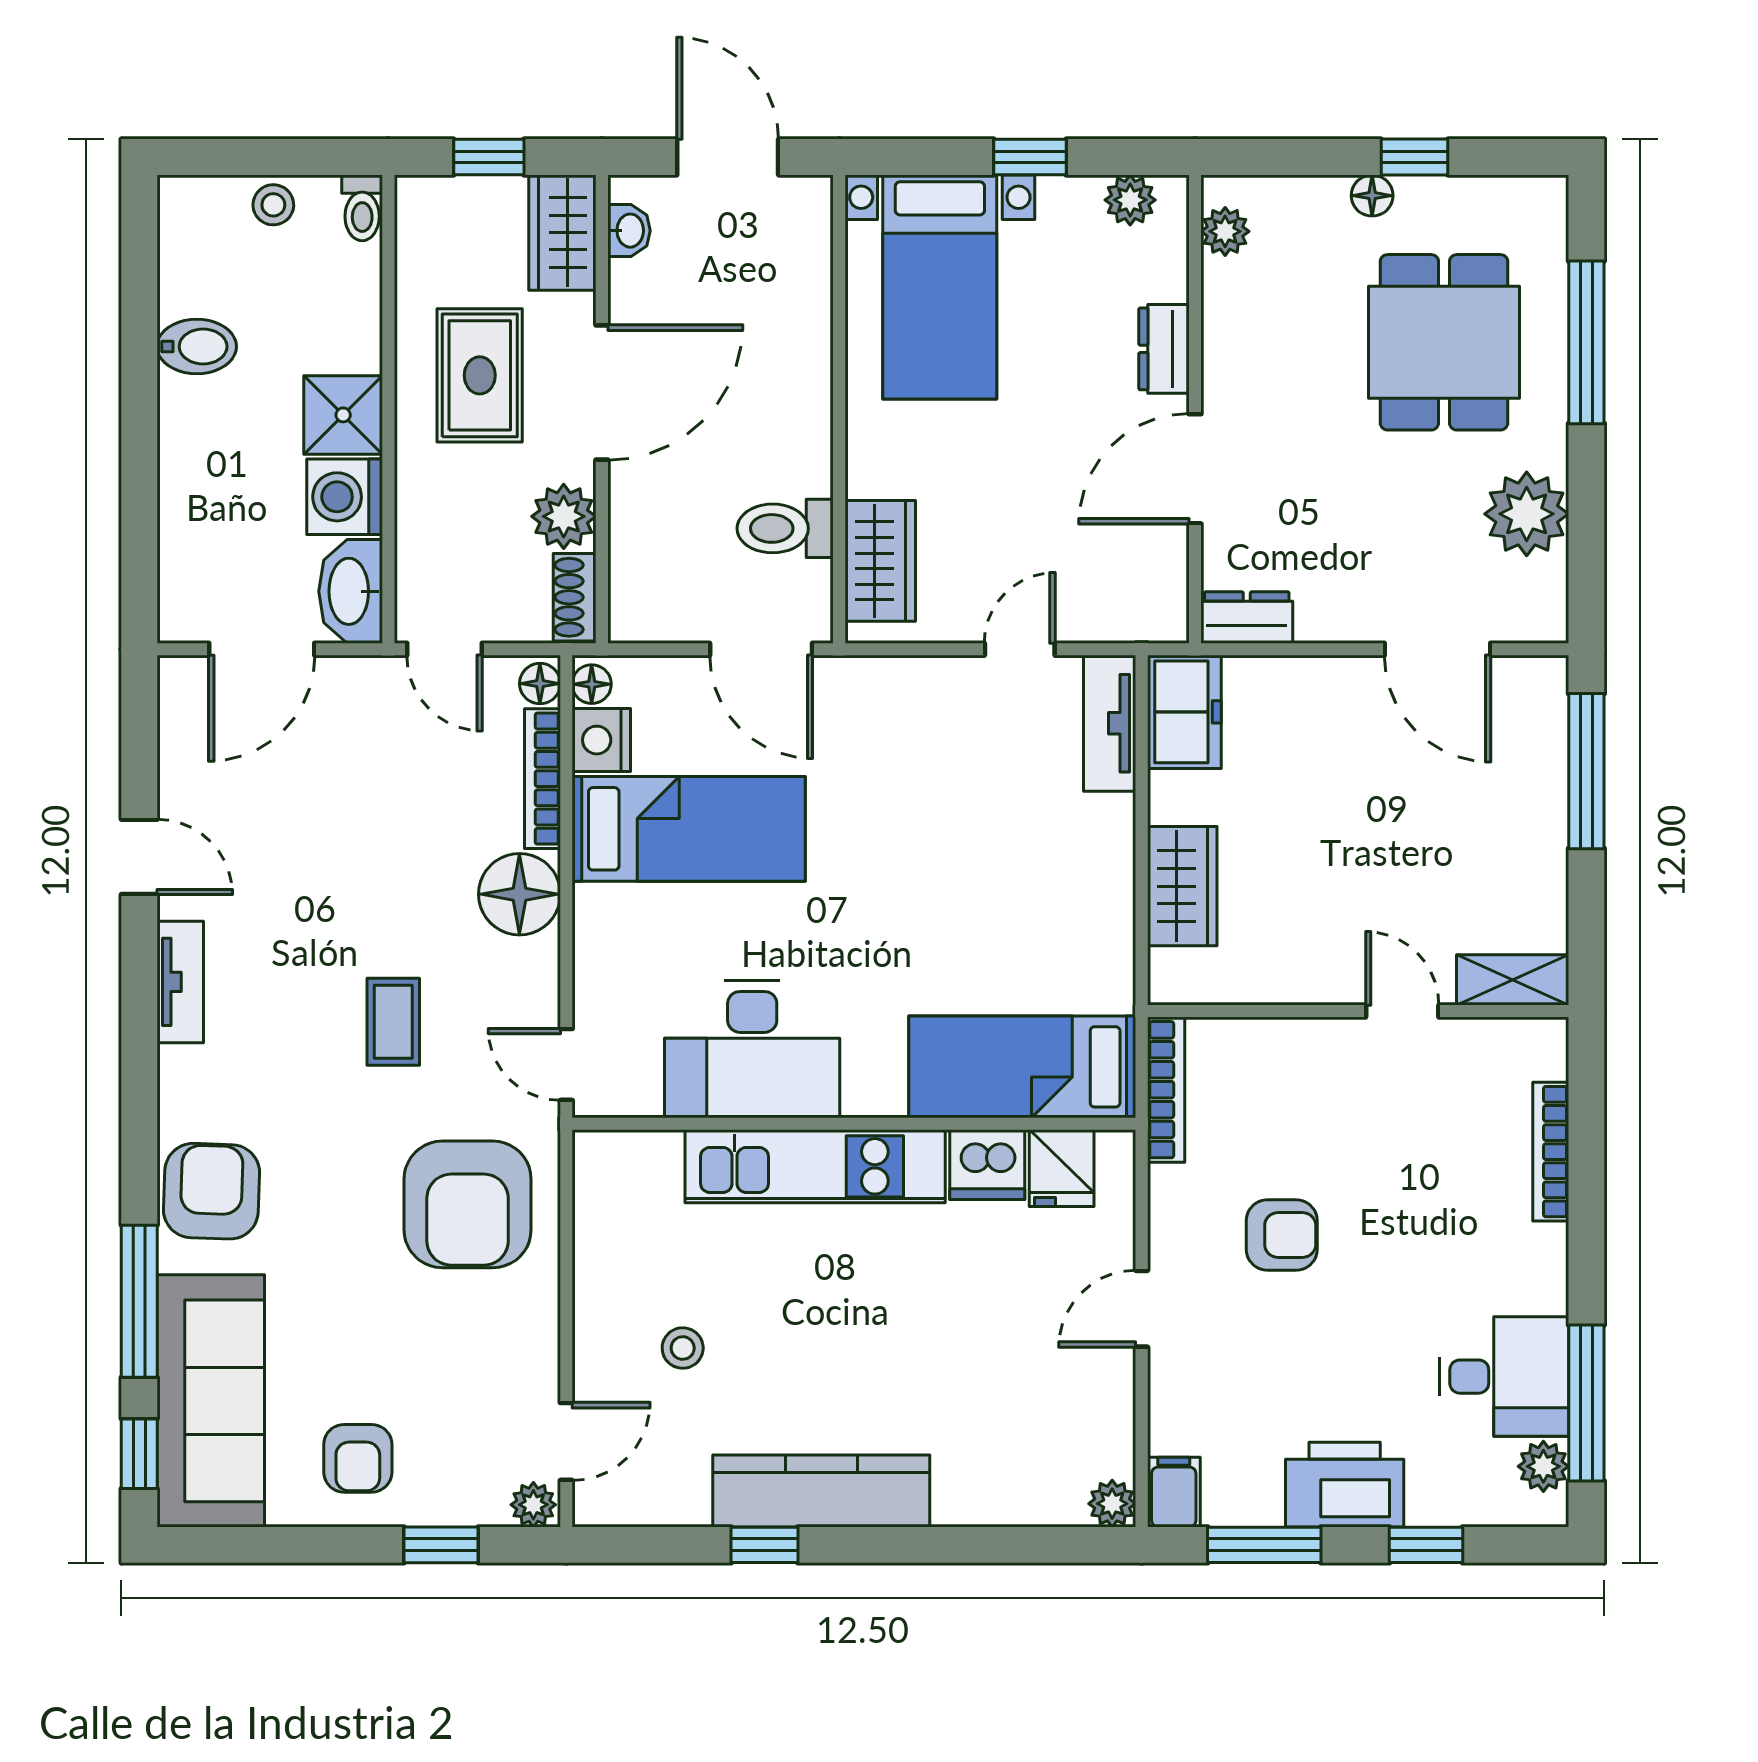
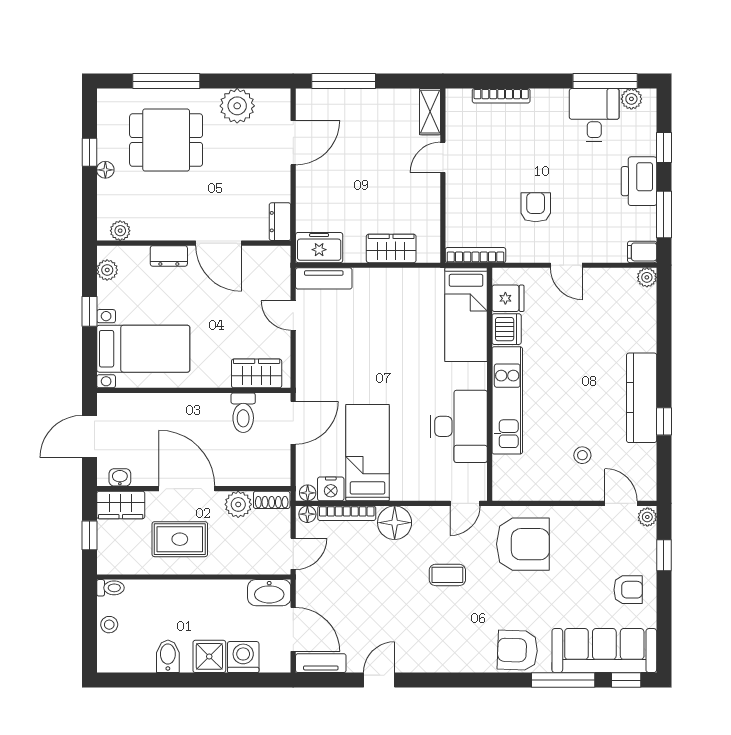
shower: (343, 415) -> (209, 656), moved
washing machine: (345, 497) -> (243, 657), moved, turned 180
tv unit: (180, 982) -> (321, 663), moved

